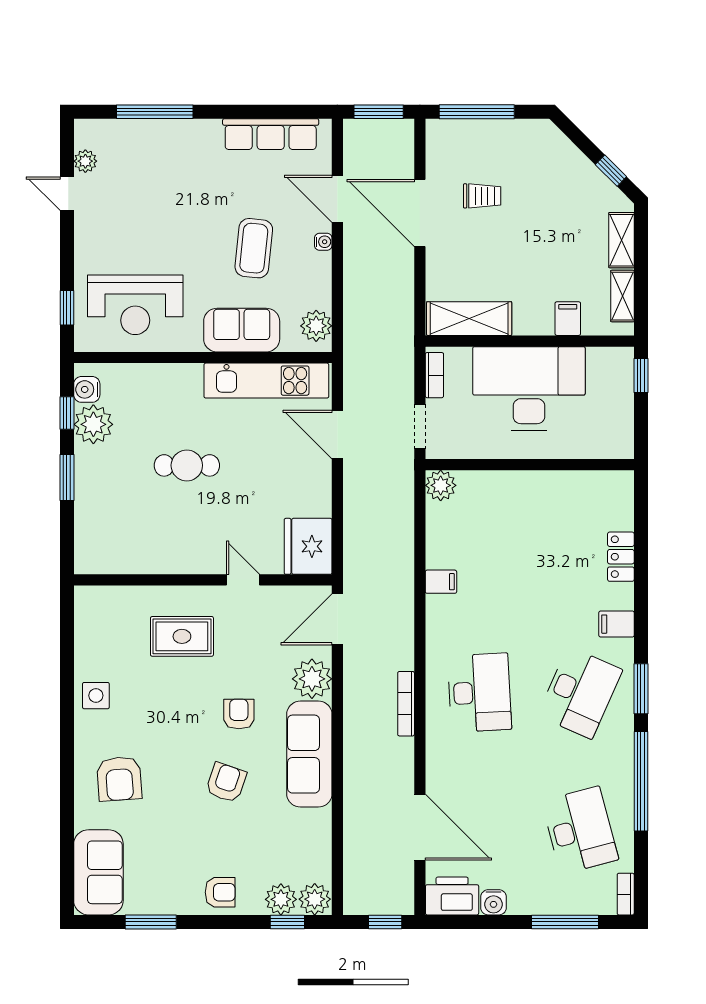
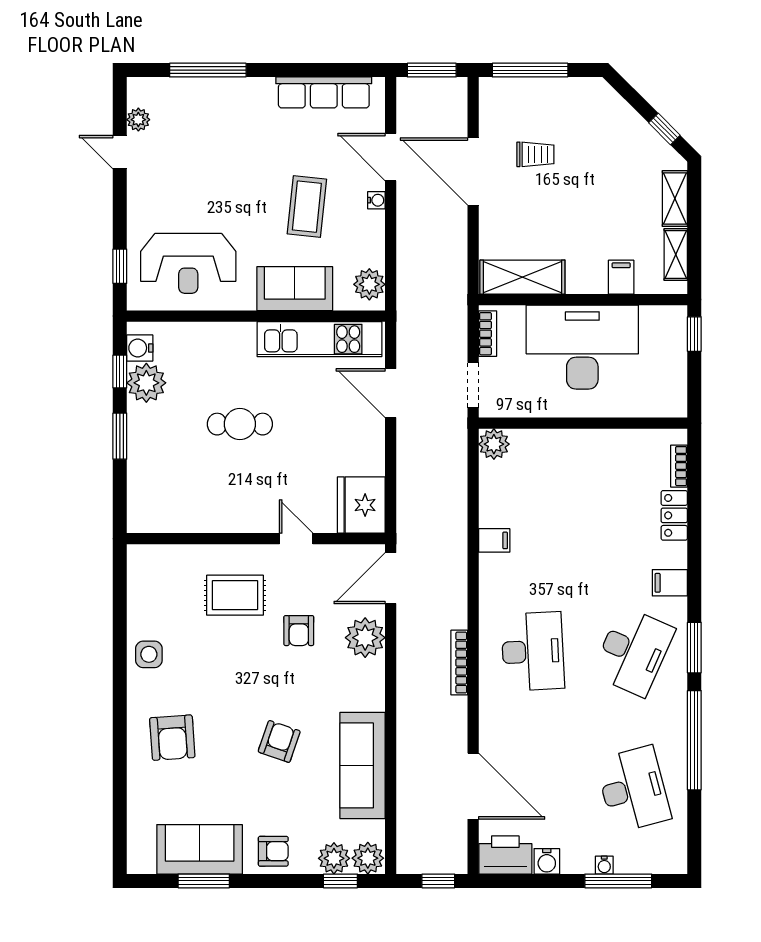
armchair: (239, 714) -> (299, 631), moved, turned 180
sofa: (309, 754) -> (363, 765), moved
sofa: (98, 872) -> (200, 849), moved, turned -90
bookcase: (626, 894) -> (679, 466), moved
water cooler: (551, 906) -> (604, 865), added

